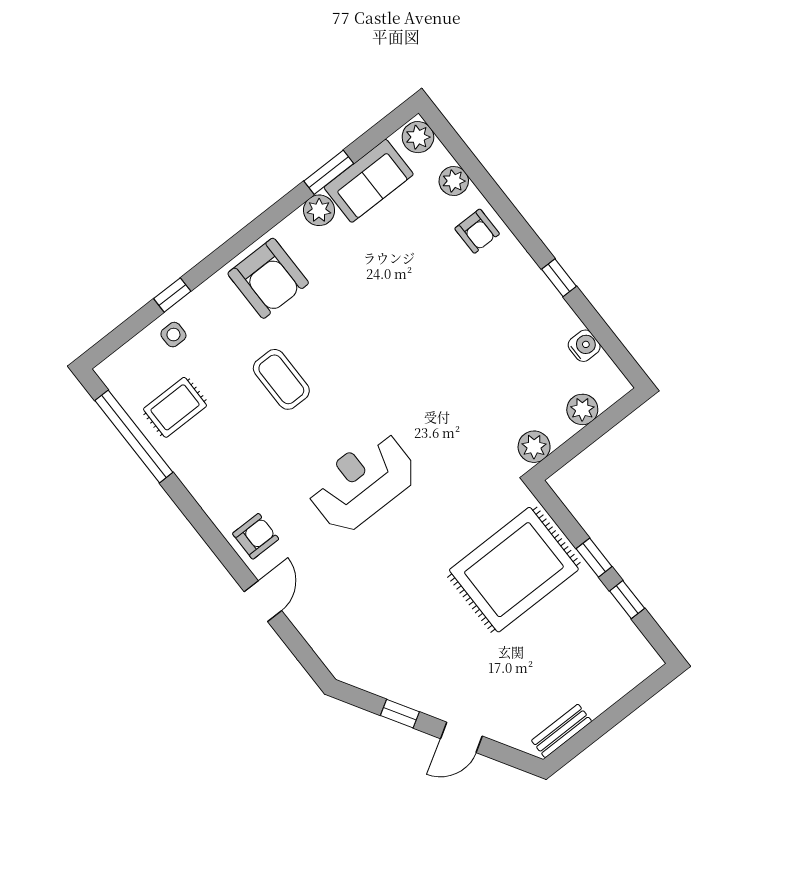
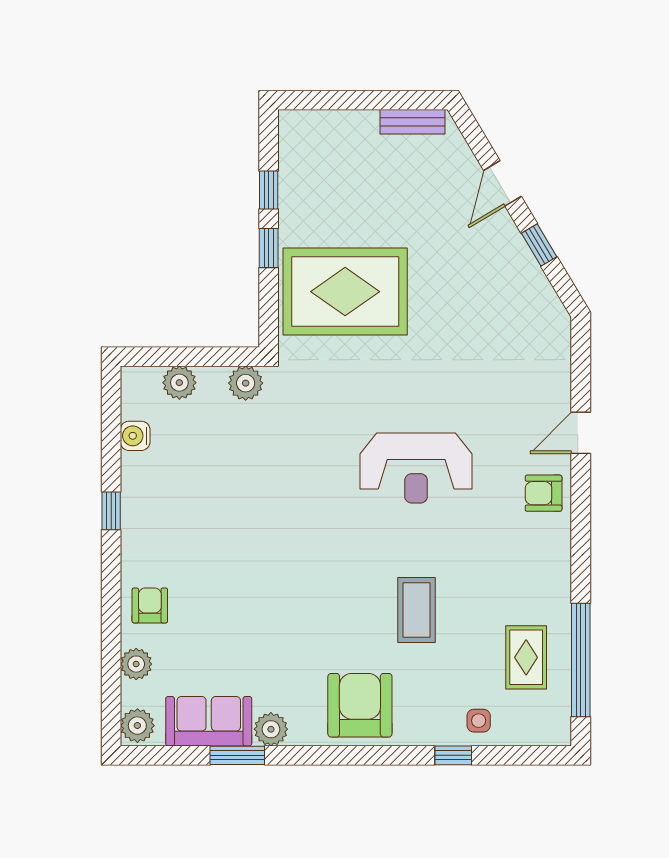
rug: (175, 407) -> (526, 657), turned 90
door: (461, 737) -> (502, 183), swing flipped

